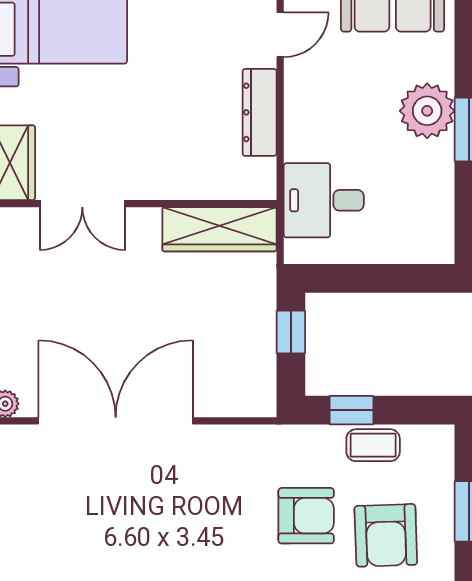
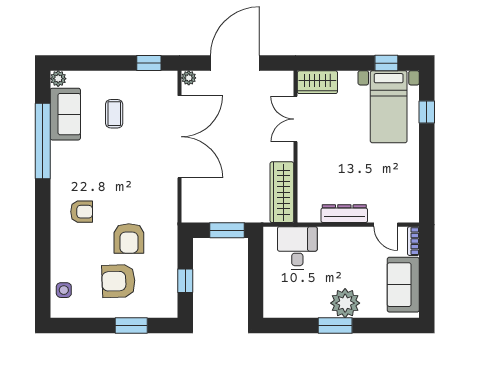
window: (291, 332) -> (227, 230), width x1.50
window: (351, 410) -> (185, 281), moved
coffee table: (373, 445) -> (114, 114), moved

